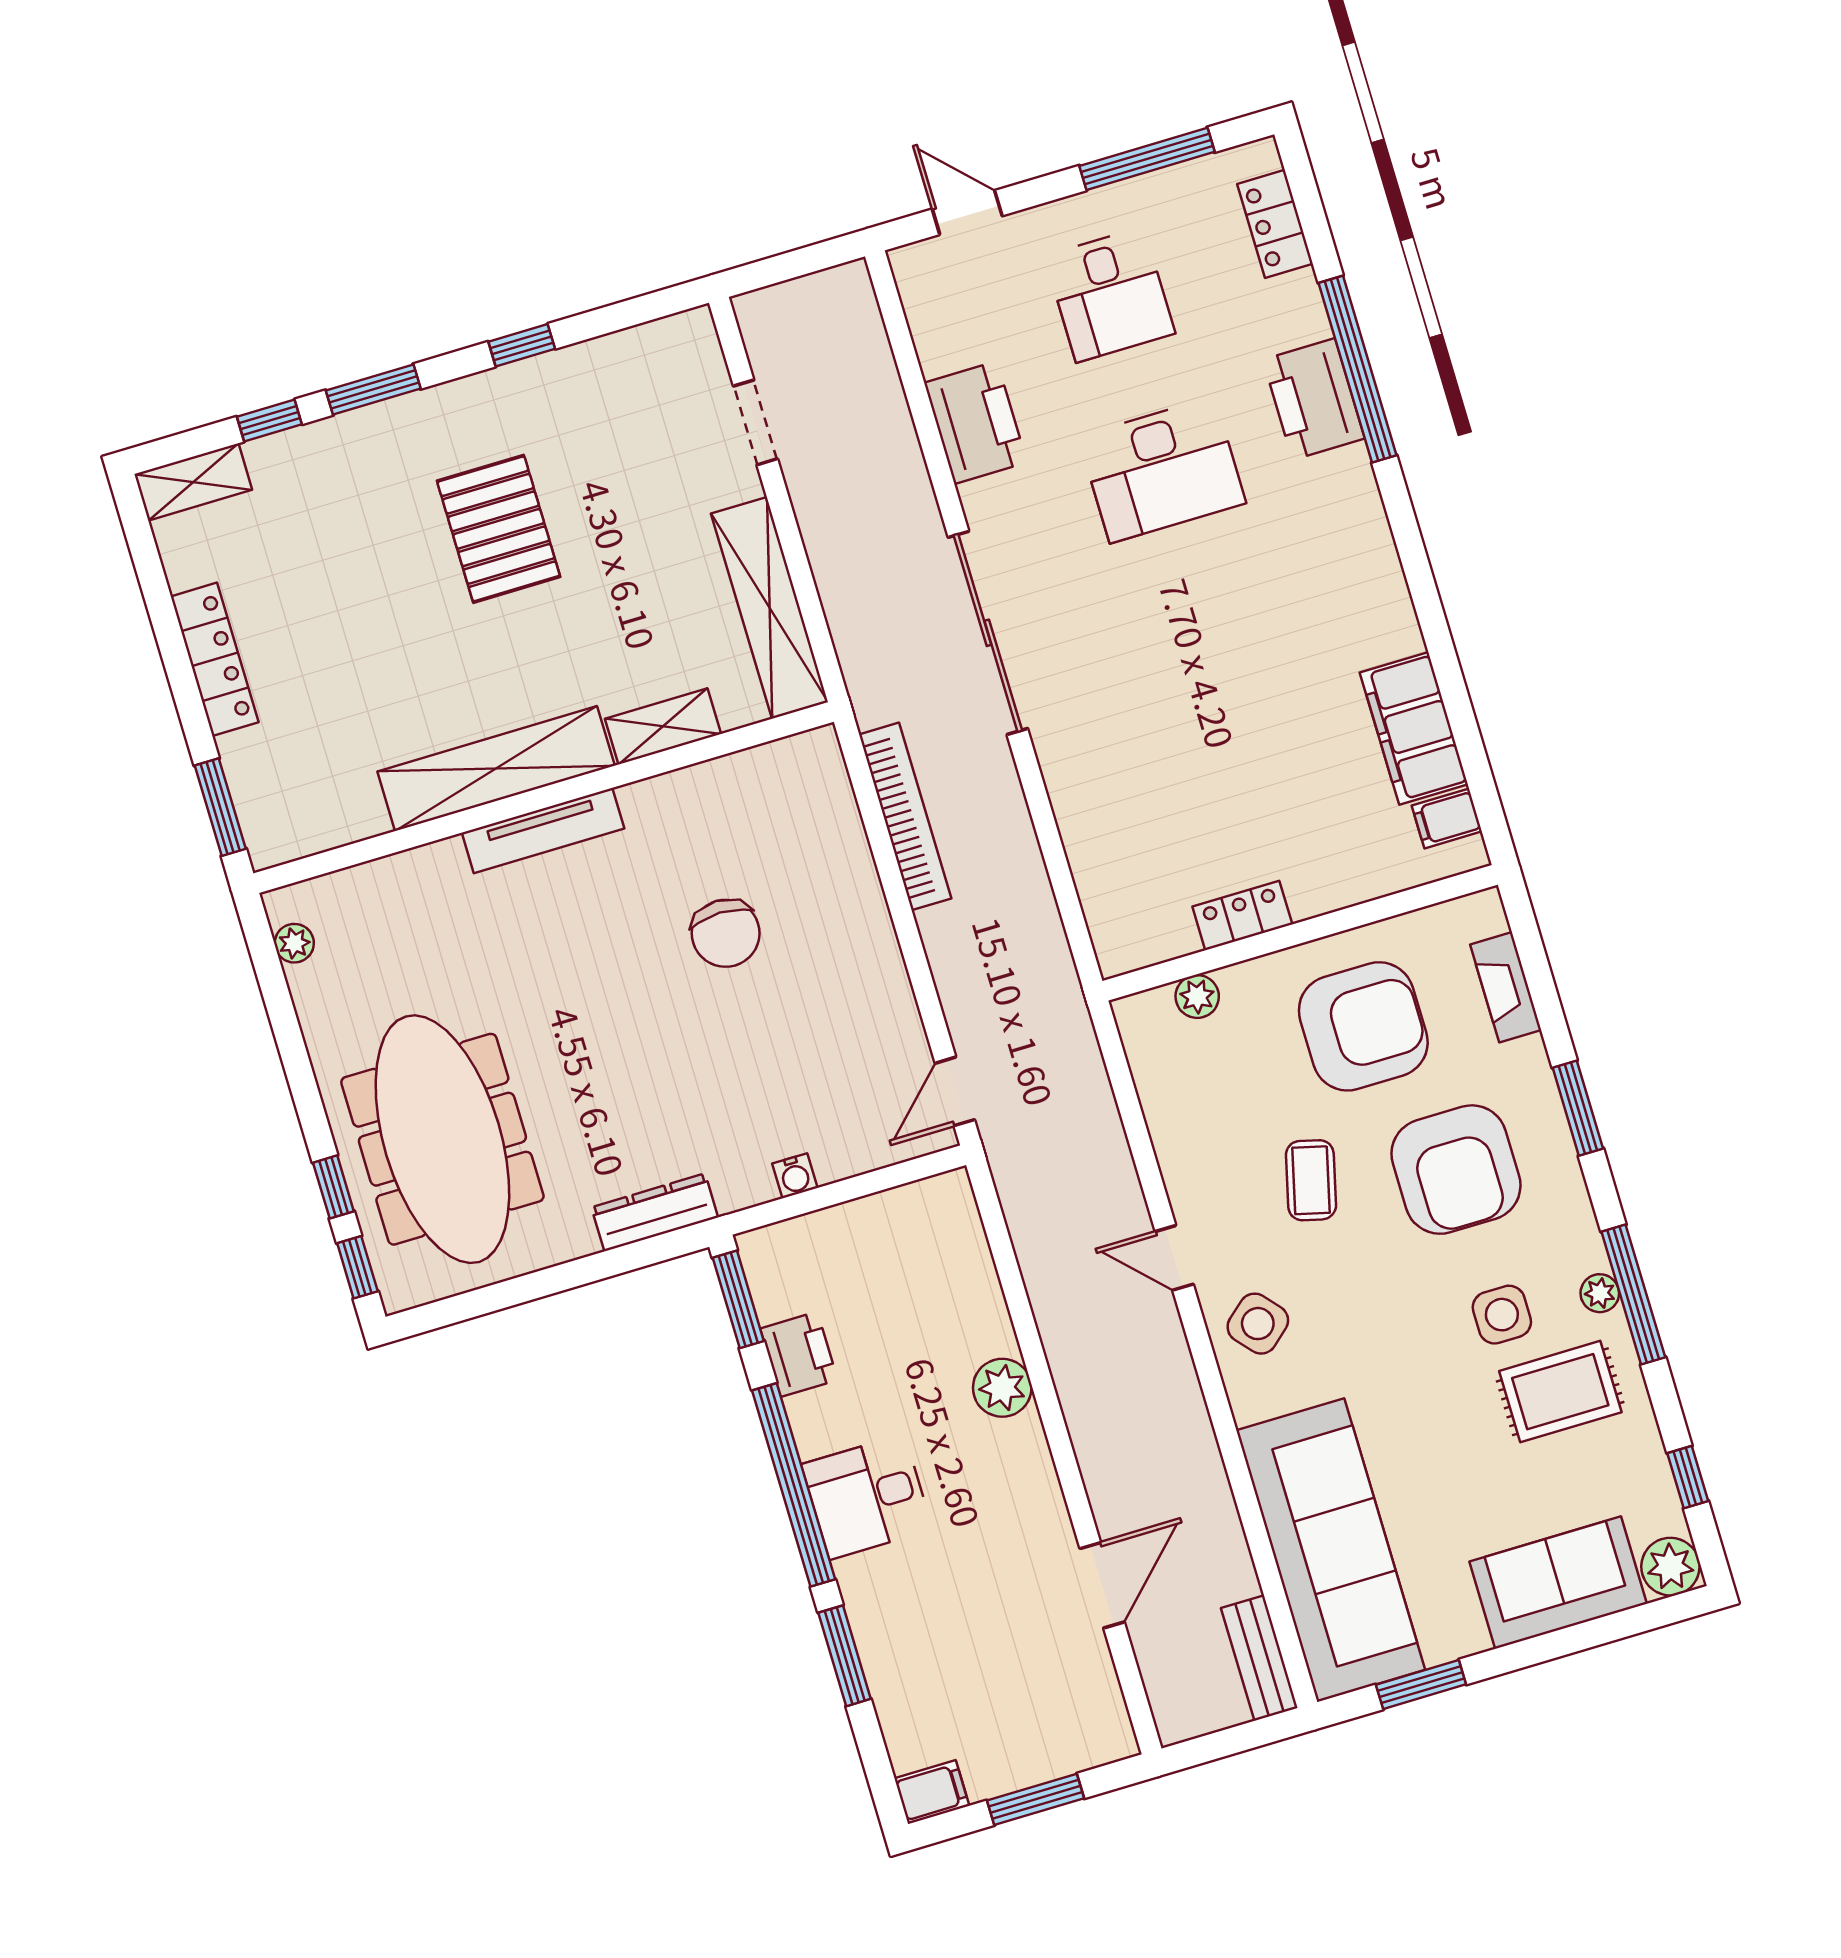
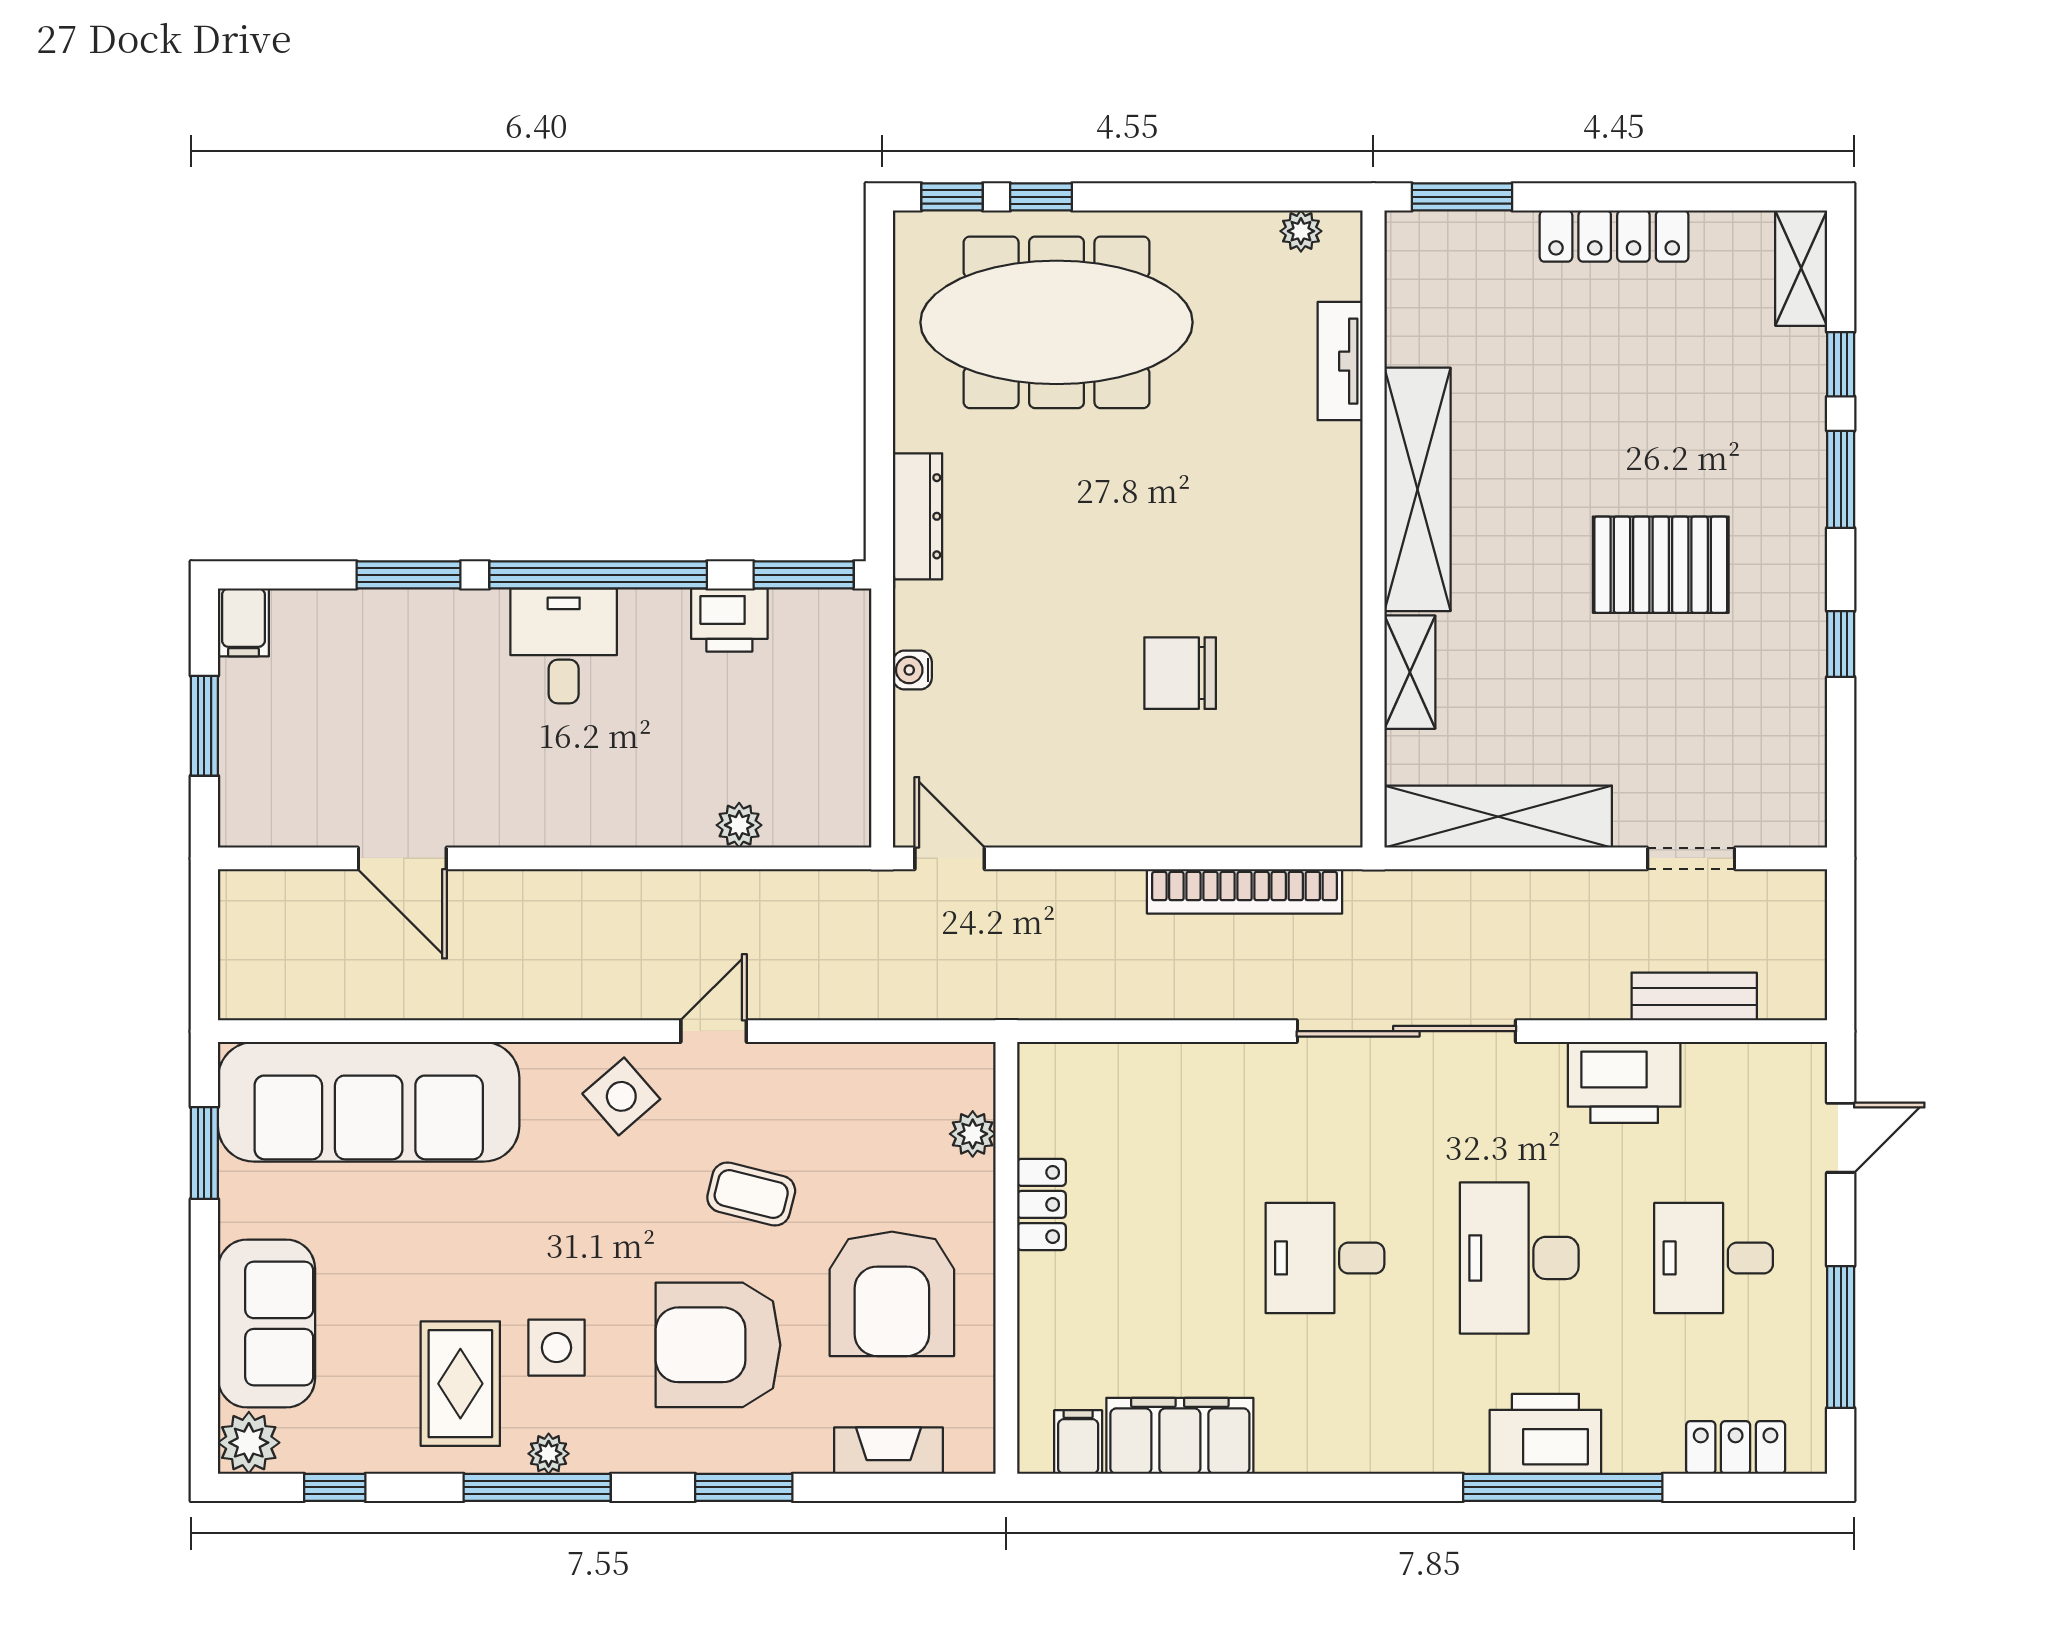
desk: (1214, 645) -> (1325, 1258), added
tv unit: (543, 831) -> (1340, 361), moved, width x0.71
plant: (1002, 1388) -> (739, 825), moved, width x0.73, depth x0.73
bench: (1259, 1658) -> (1694, 996), moved

